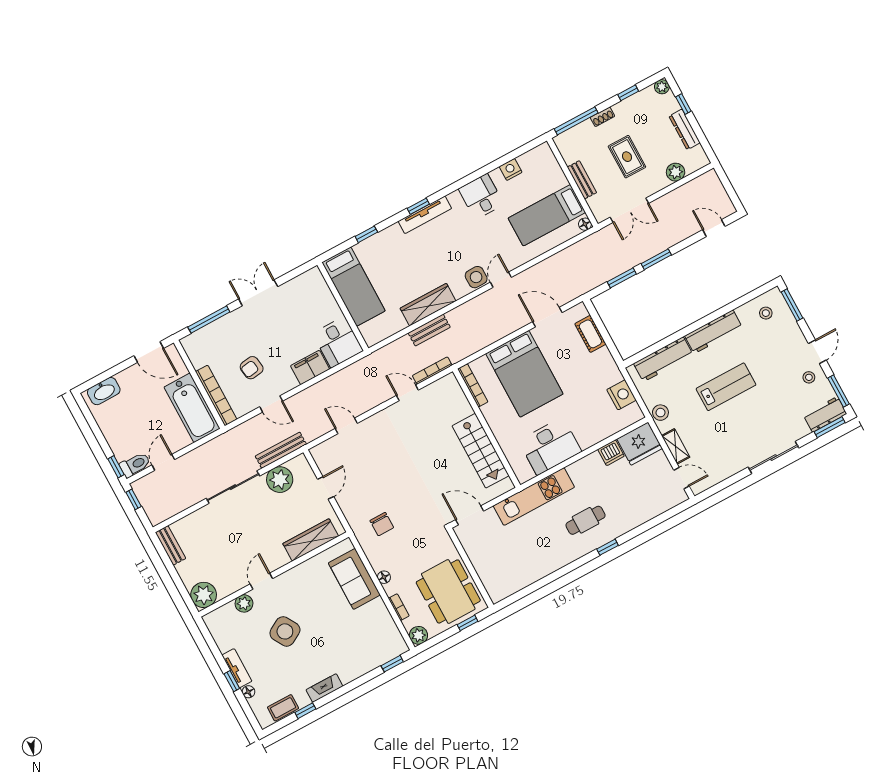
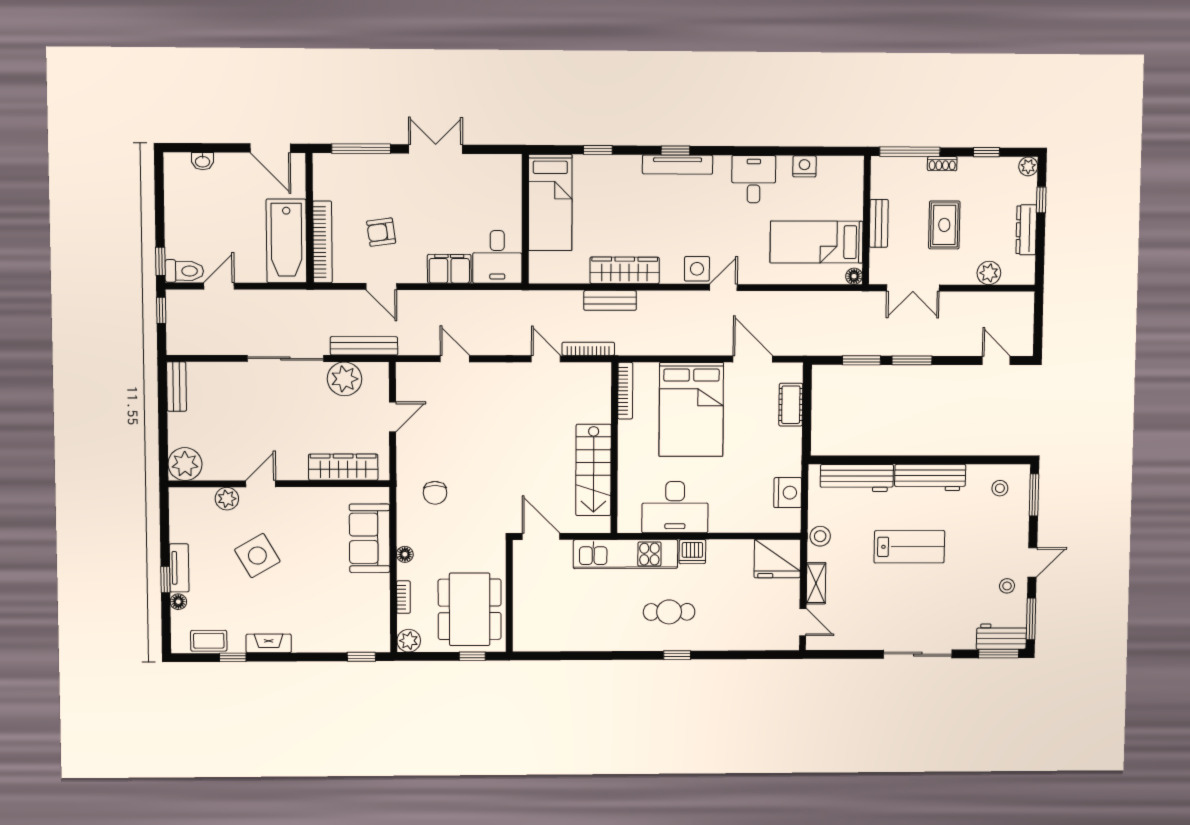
washbasin: (104, 391) -> (203, 161), width x0.52, depth x0.69
dishwasher: (611, 453) -> (692, 552), moved

